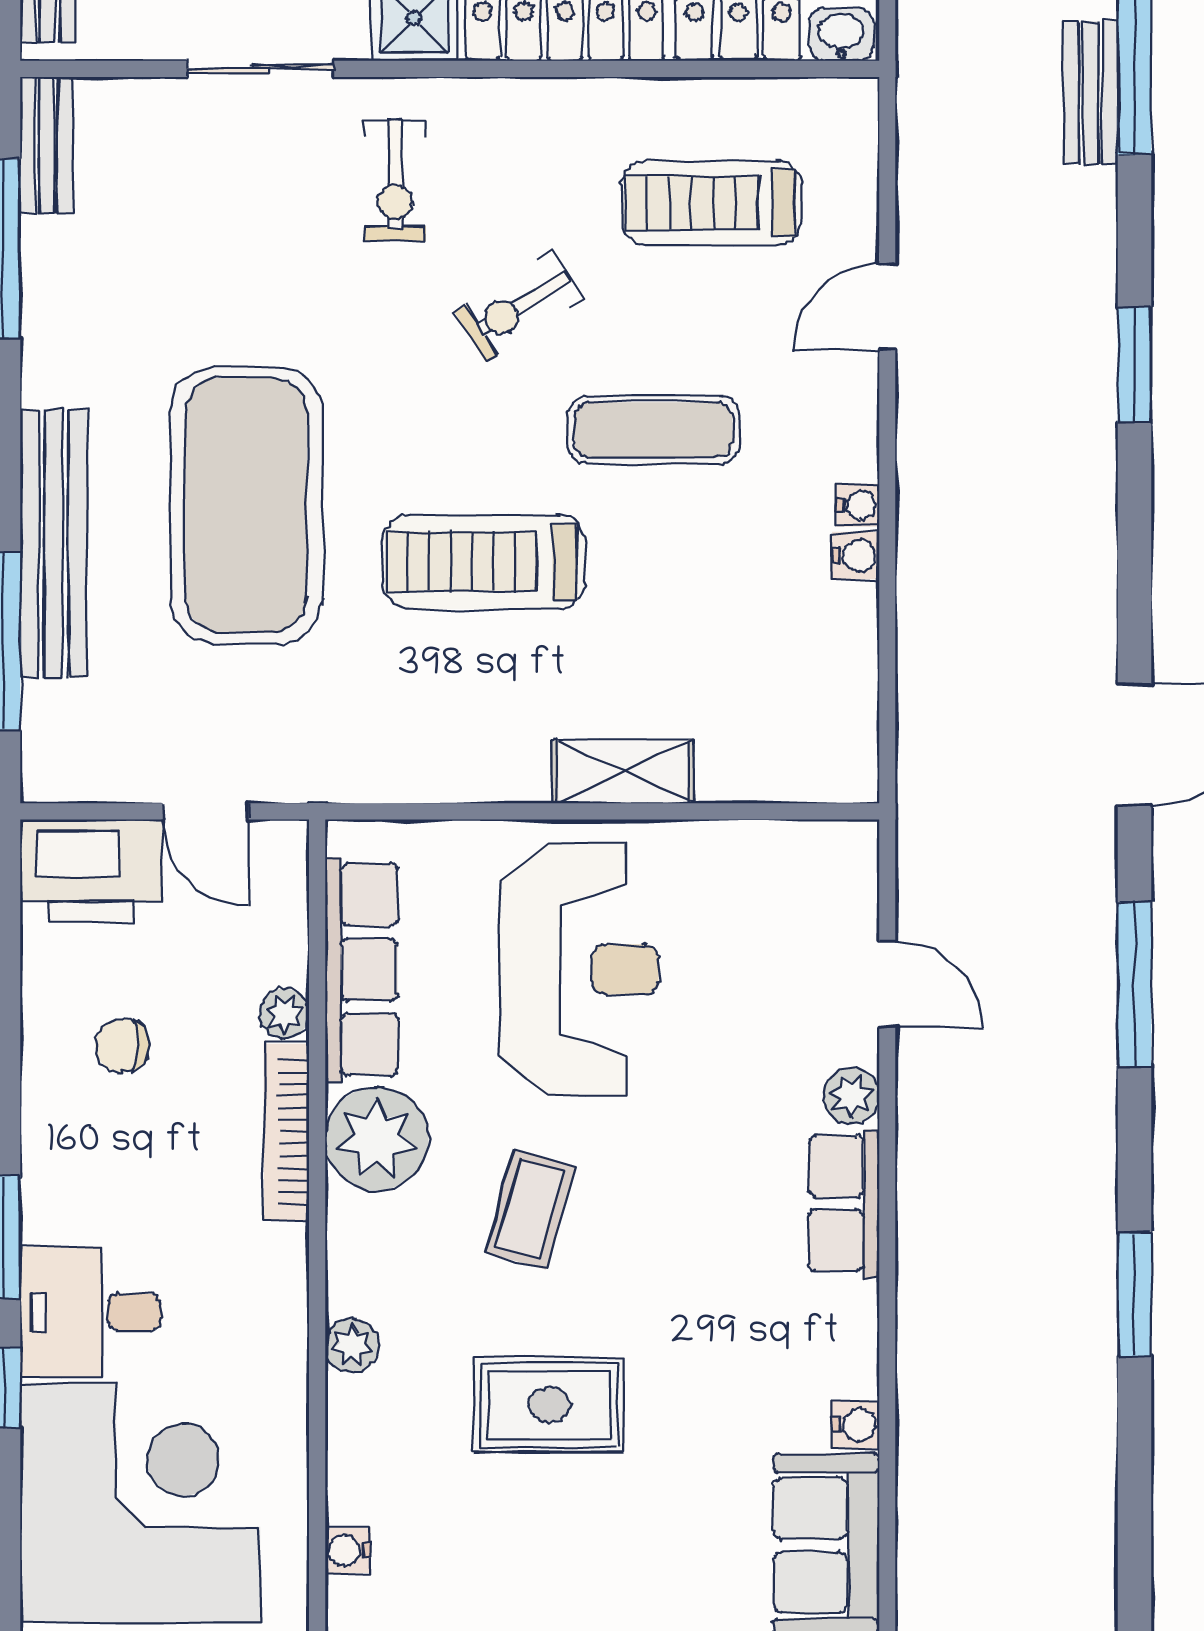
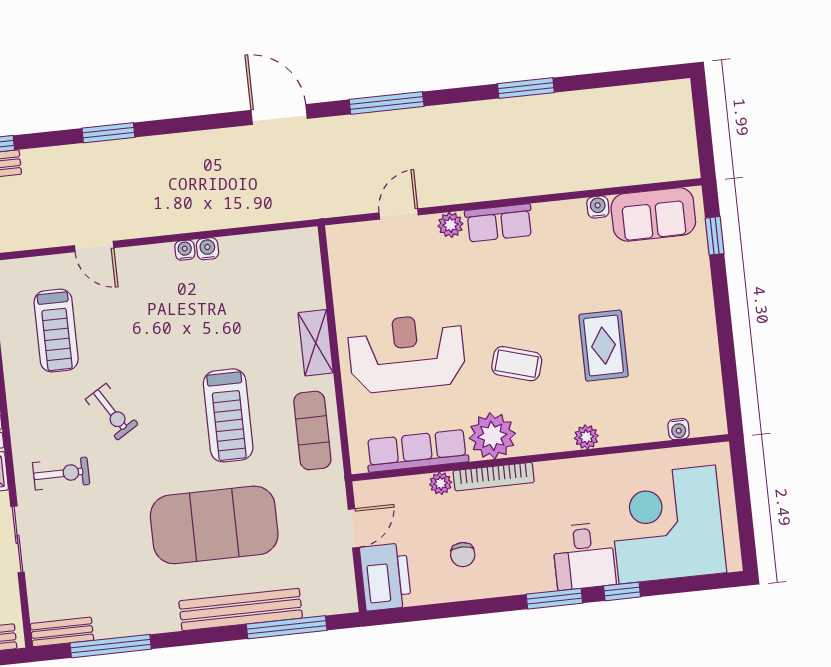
exercise mat: (653, 430) -> (312, 430), moved

